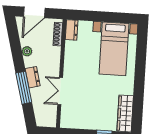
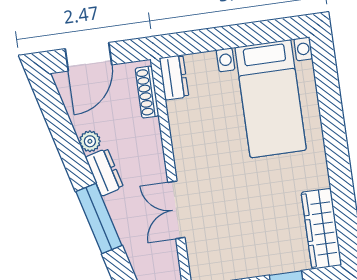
dresser: (33, 77) -> (104, 172), moved

